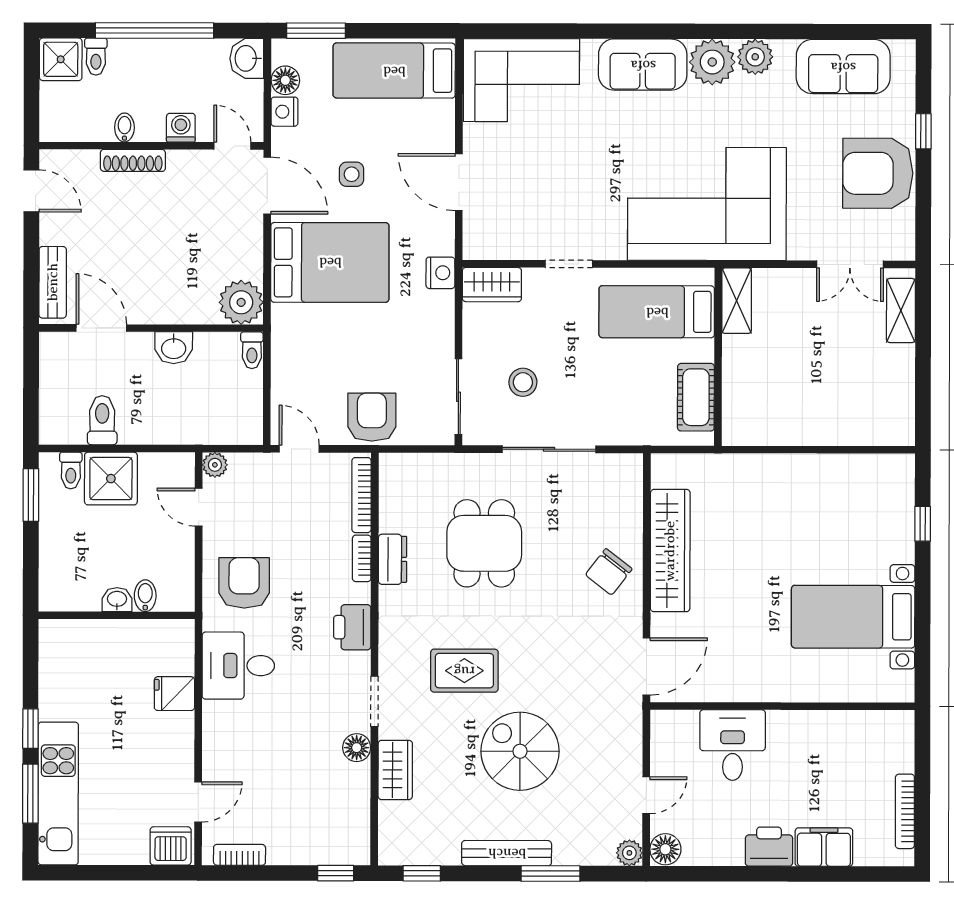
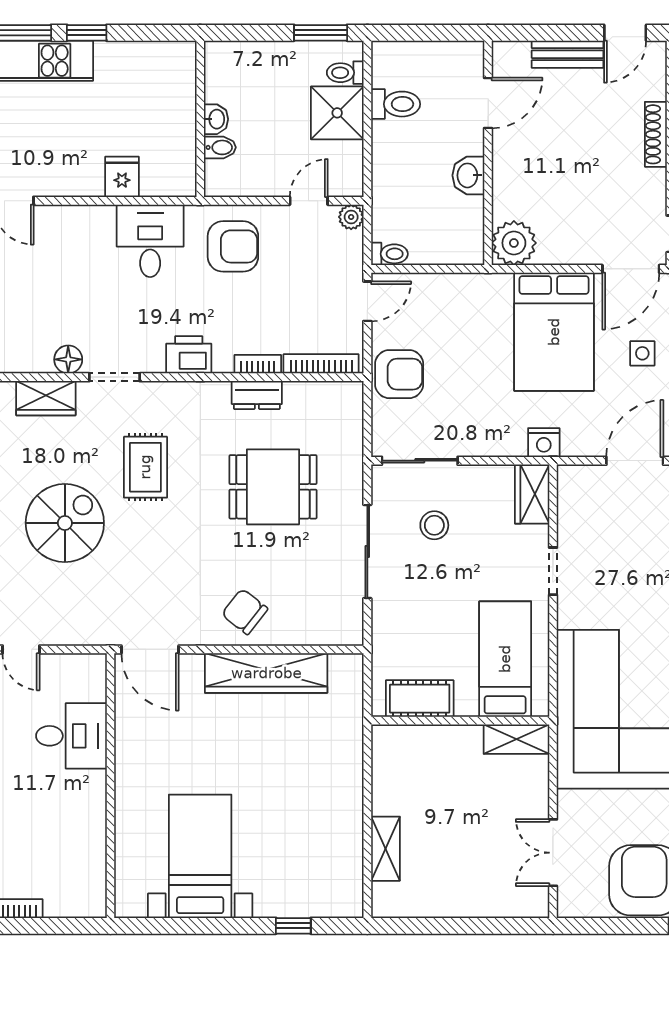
bench: (53, 282) -> (568, 54), moved
shelving: (901, 311) -> (385, 849), moved, turned 90
toilet: (252, 350) -> (389, 254), moved, turned 180

